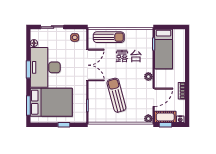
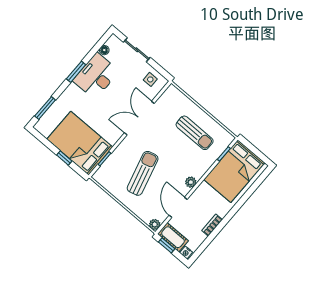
sun lounger: (109, 37) -> (195, 133), moved
bed: (164, 49) -> (234, 171), width x1.50
double door: (87, 65) -> (139, 118), swing flipped
desk: (45, 67) -> (96, 76), width x0.73, depth x0.77
door: (154, 97) -> (178, 207), swing flipped
bed: (51, 102) -> (80, 143), moved, turned 180

